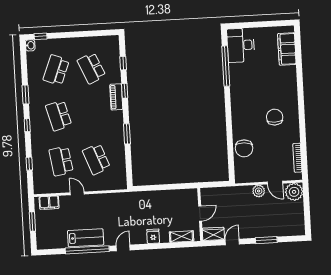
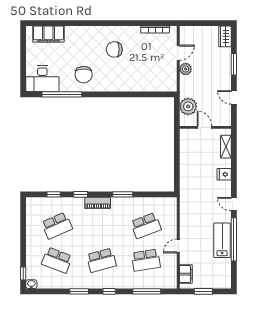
piano: (116, 97) -> (98, 203), moved
chair: (244, 148) -> (84, 75), moved, turned 86
window: (29, 164) -> (147, 291), width x2.17
plant: (294, 192) -> (188, 106), moved
wardrobe: (213, 234) -> (225, 36), moved

